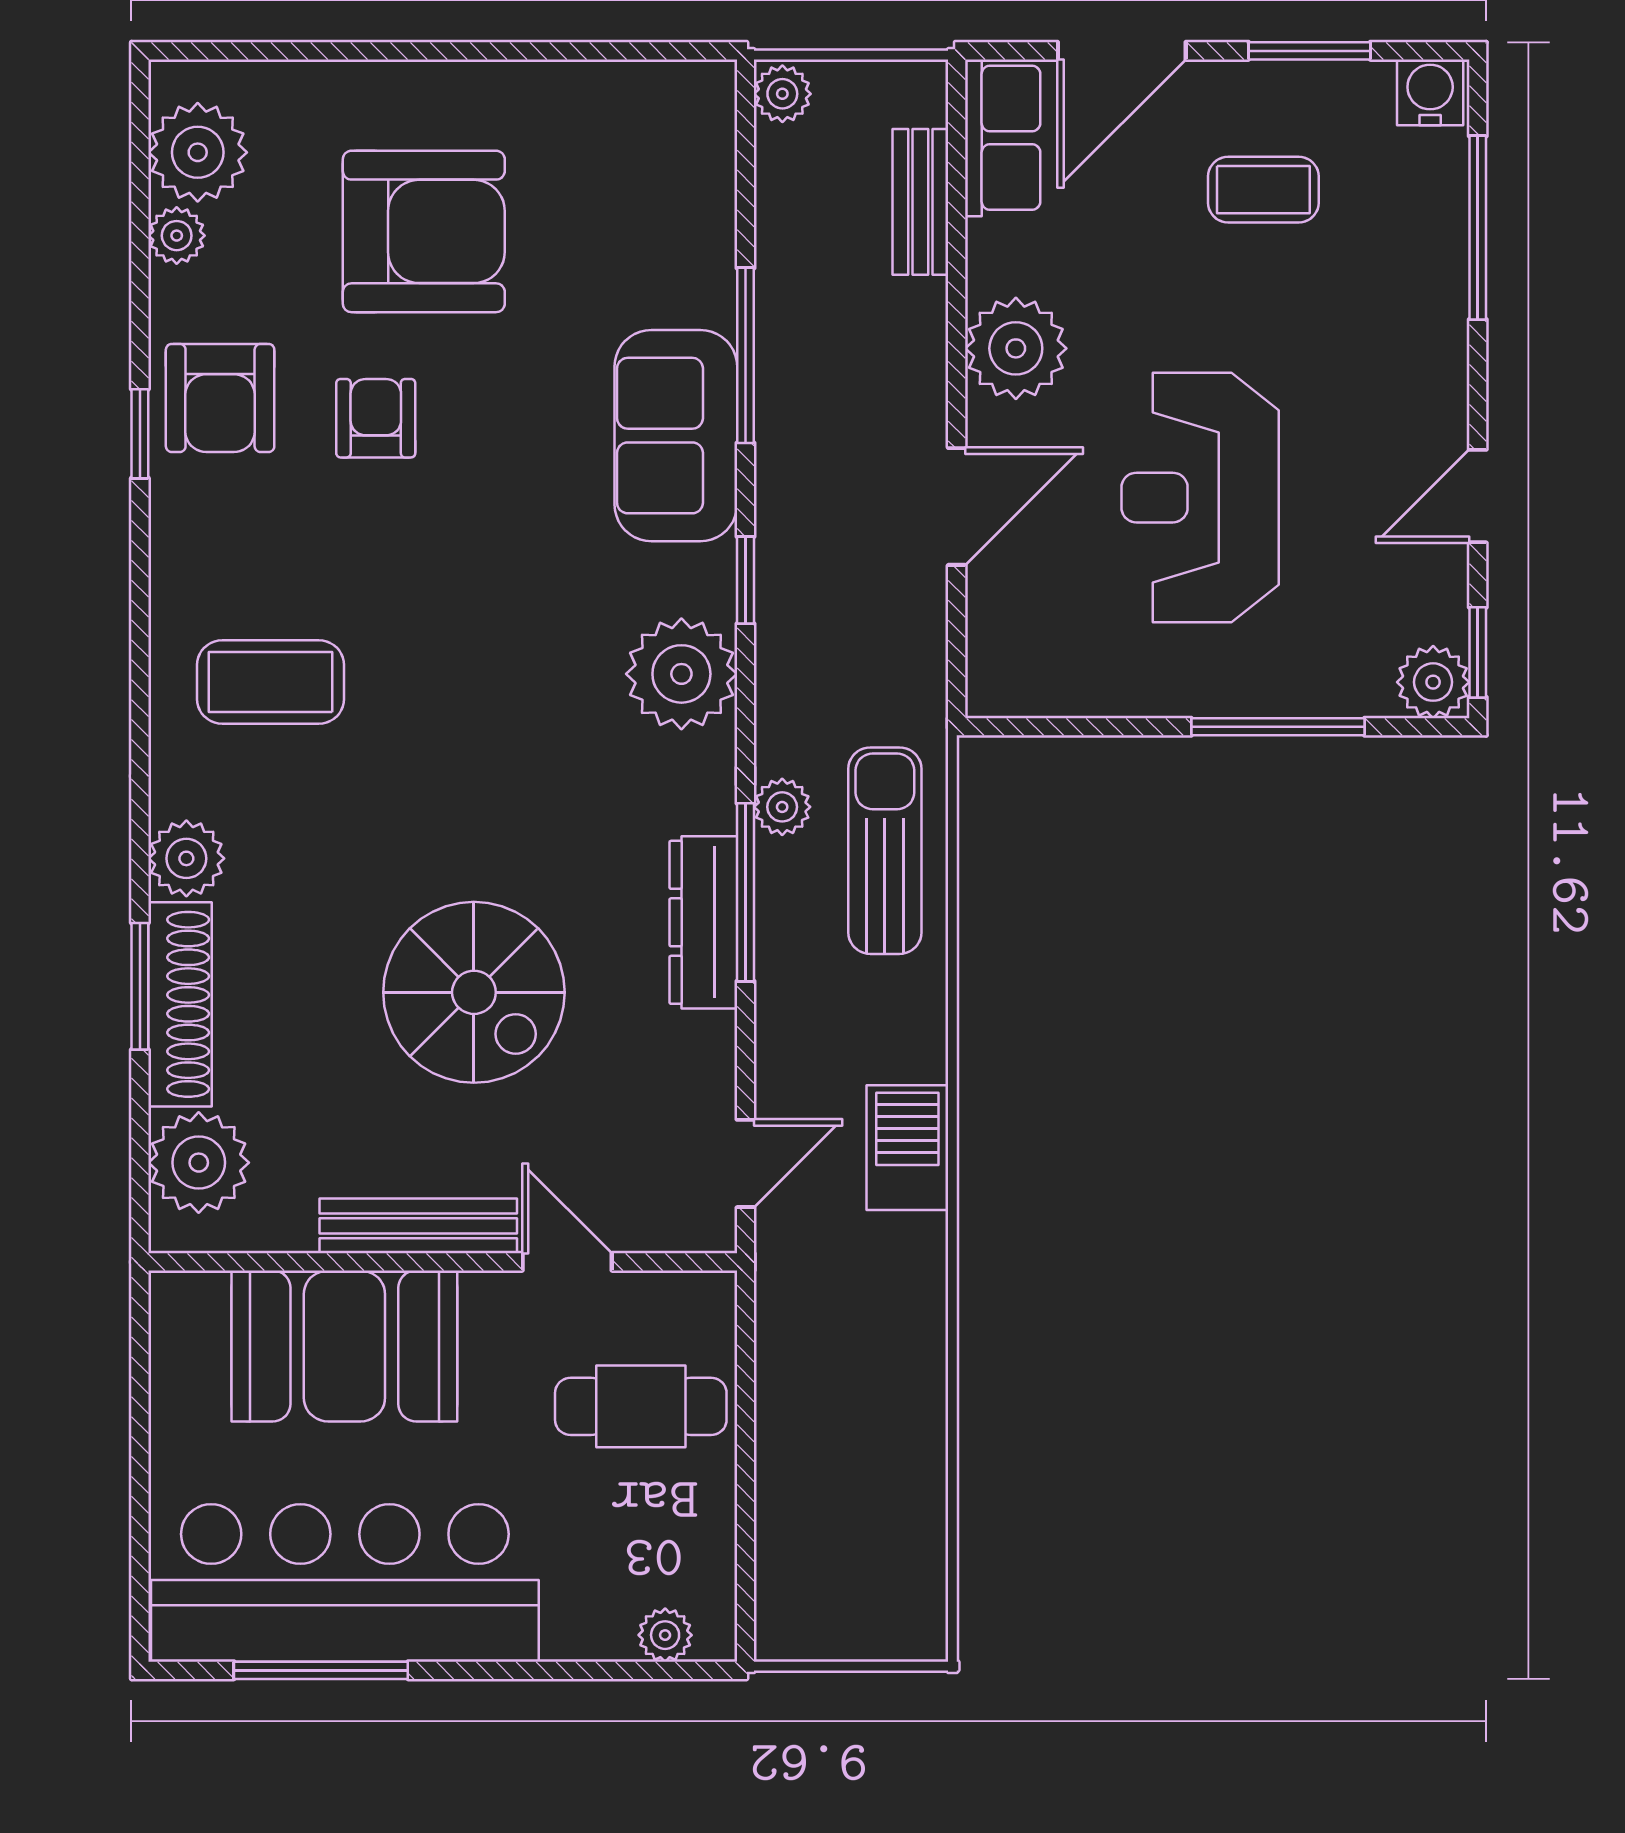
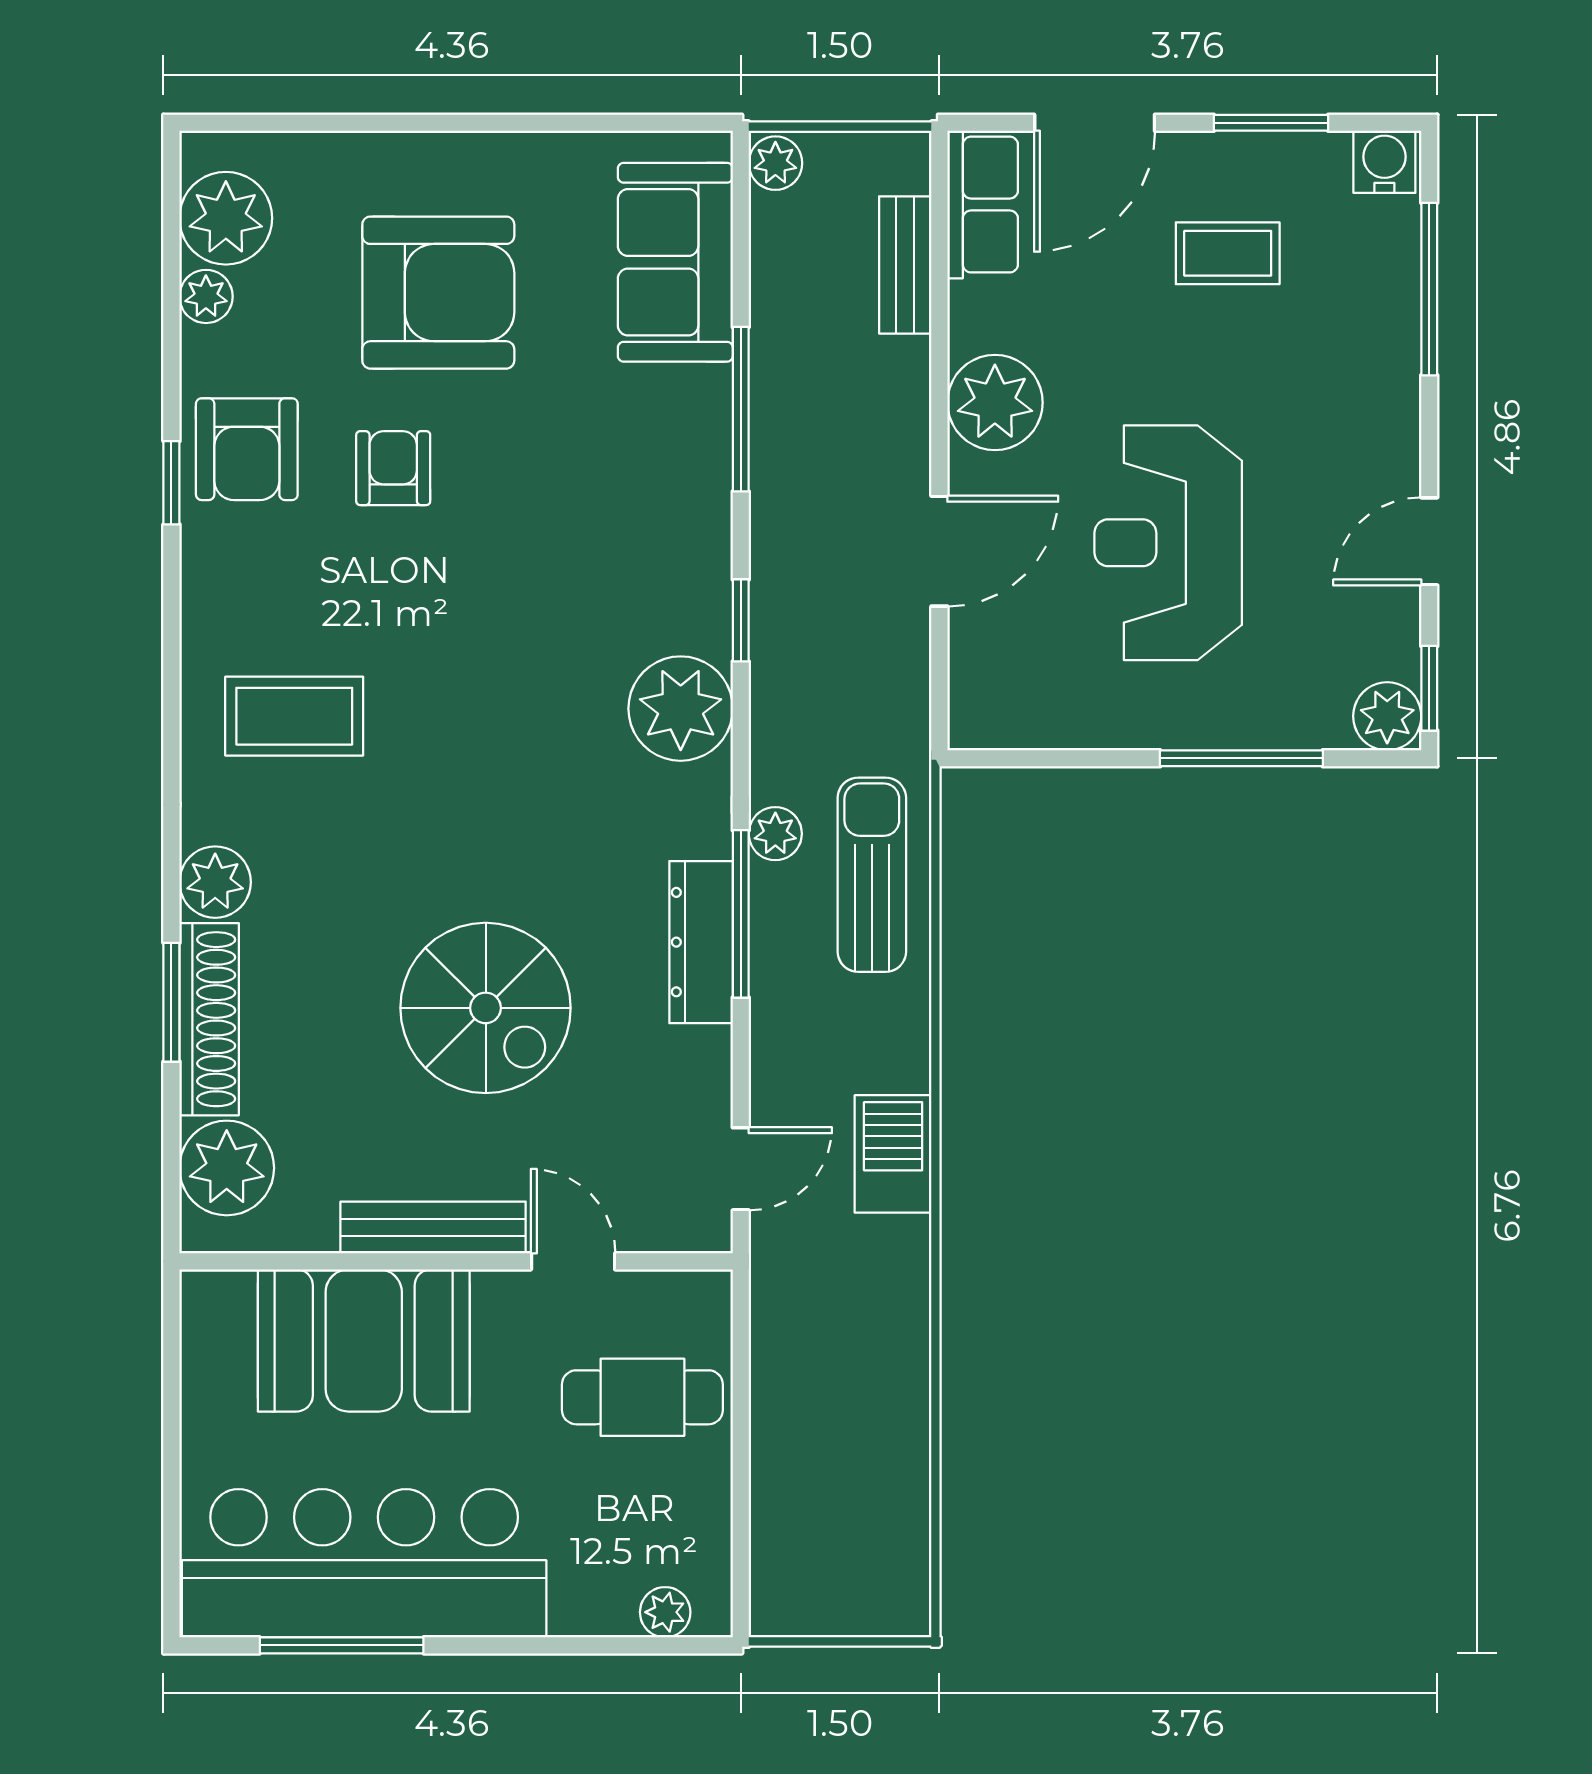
sofa: (676, 436) -> (675, 262), moved

